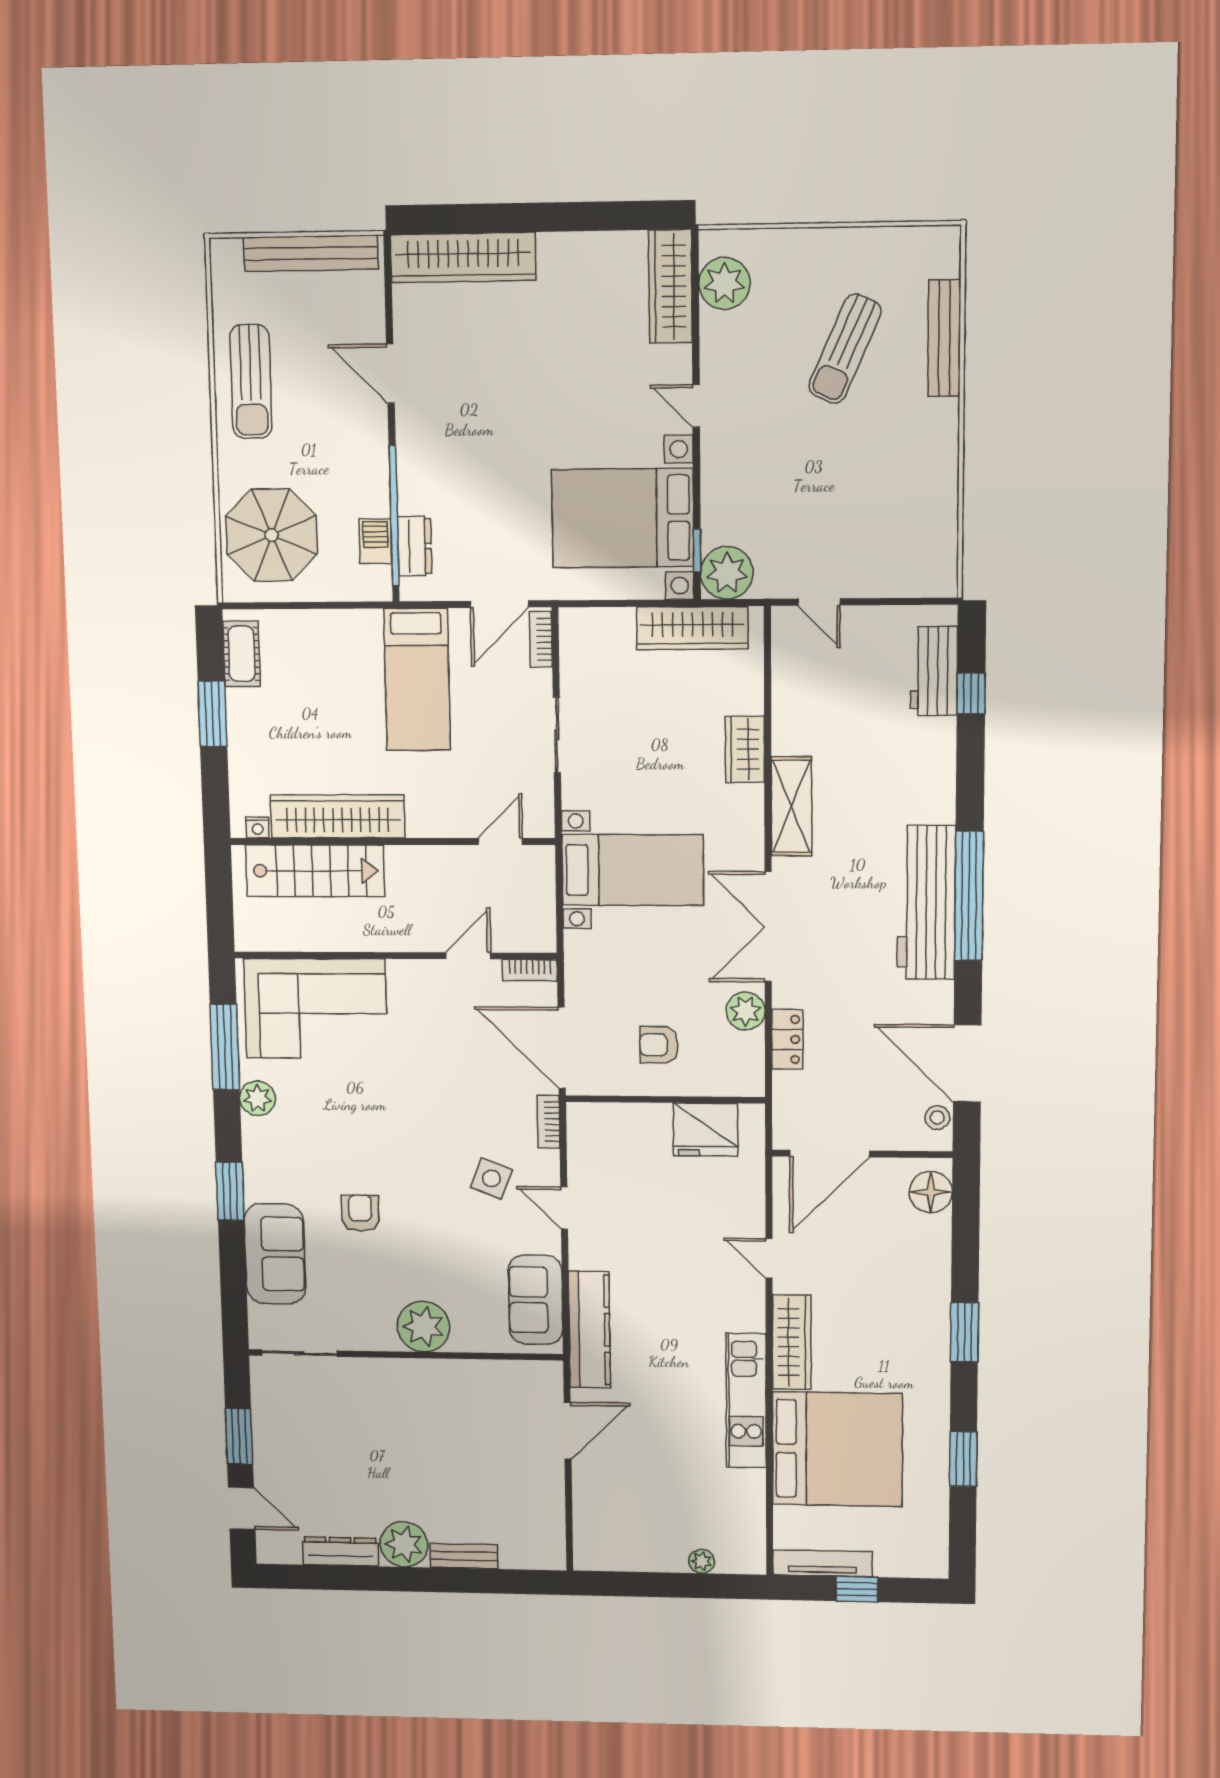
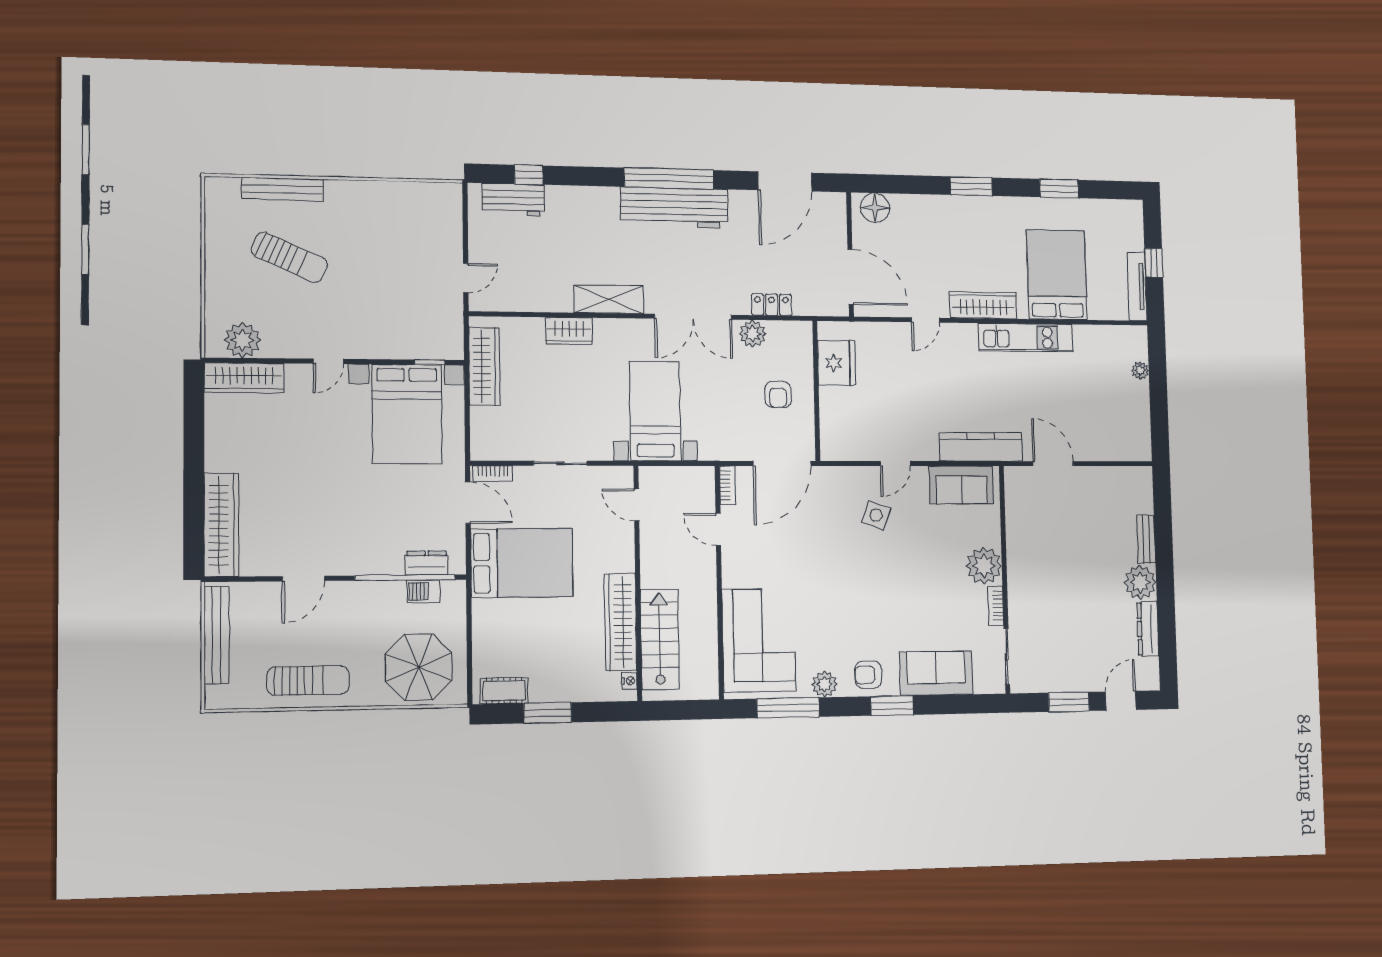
plant: (727, 573) -> (445, 342), removed
bed: (417, 680) -> (522, 563), width x1.50
stool: (937, 1118) -> (823, 202), removed
bookcase: (549, 1122) -> (996, 606), moved, turned 90
armchair: (360, 1213) -> (868, 675), moved
bed: (837, 1449) -> (1057, 275), width x0.73

